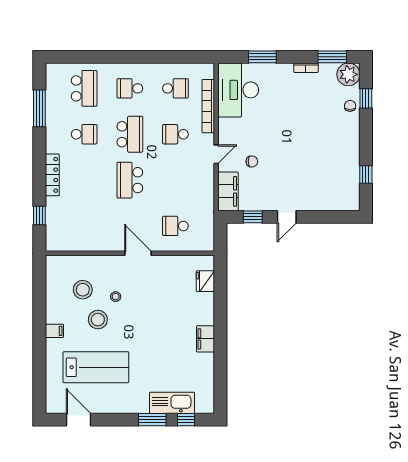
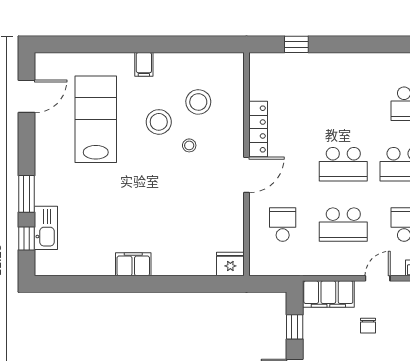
door: (216, 154) -> (378, 278), swing flipped
locker: (52, 175) -> (258, 129), moved, turned -90
school desk: (130, 180) -> (343, 164), turned 180
school desk: (175, 180) -> (343, 225), added
fridge: (205, 281) -> (230, 264), moved
lab bench: (96, 367) -> (96, 119), turned 180
kitchen sink: (172, 403) -> (46, 228), width x0.73, depth x0.81

